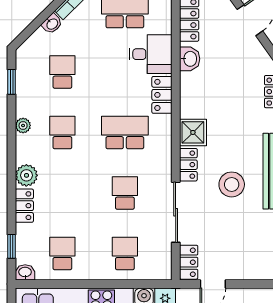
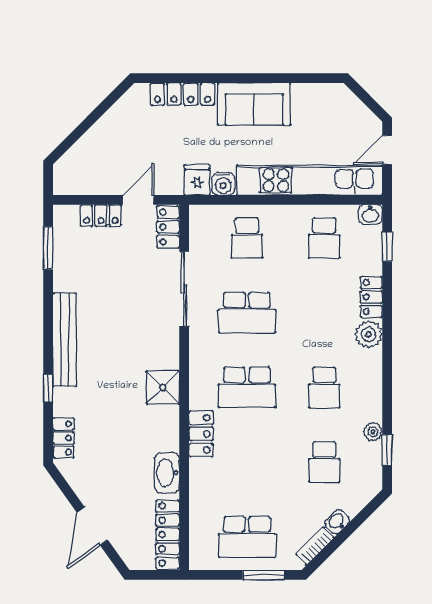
desk: (151, 54) -> (215, 484), removed
washbasin: (190, 59) -> (167, 473), width x1.38
plant: (23, 125) -> (373, 432), moved
locker: (188, 165) -> (101, 216), moved, turned -90
stool: (232, 184) -> (115, 323), removed
school desk: (125, 193) -> (247, 313), width x1.85

